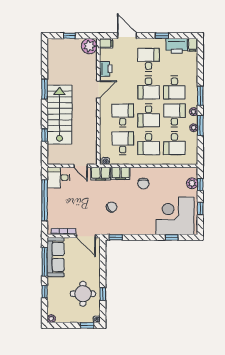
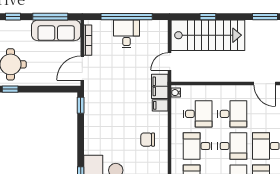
stairs: (60, 115) -> (208, 35), moved
desk: (149, 115) -> (232, 146), turned 180
filing cabinet: (121, 173) -> (160, 105), width x0.50
desk: (58, 178) -> (127, 34), moved
chair: (112, 207) -> (118, 100), removed

